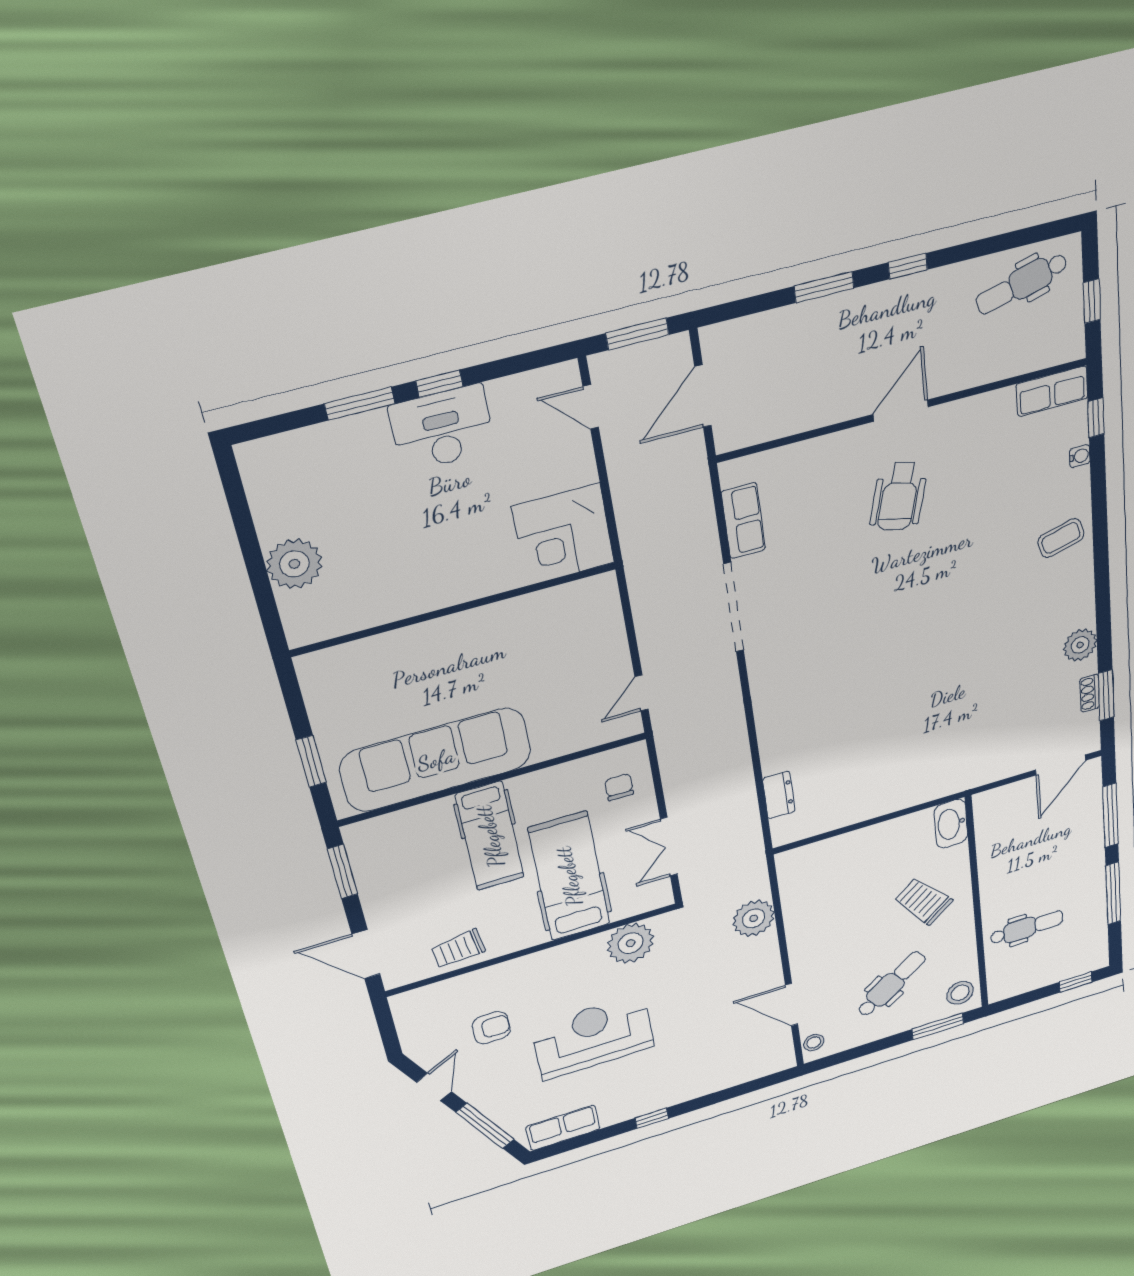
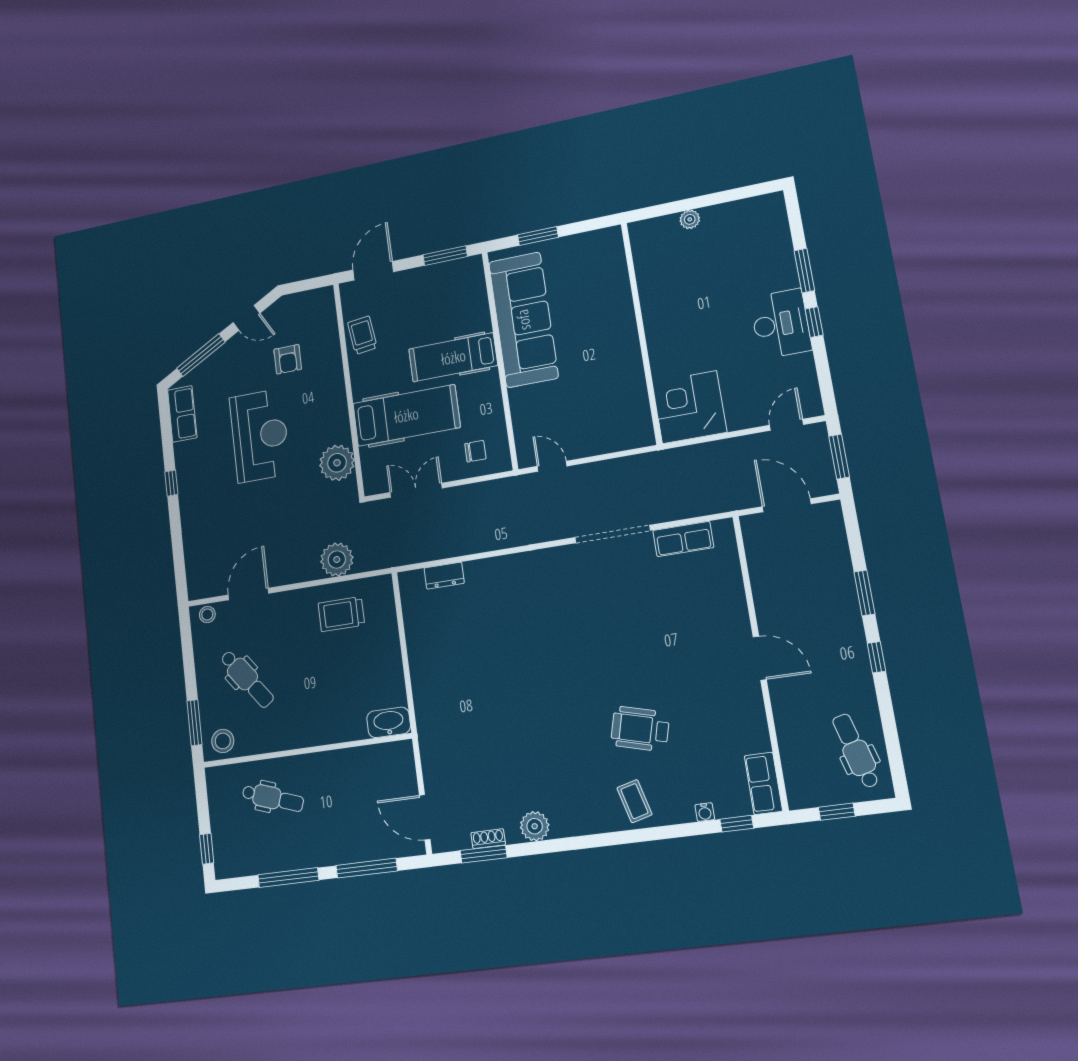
wheelchair: (899, 496) -> (640, 729), moved
plant: (294, 564) -> (690, 219), width x0.53, depth x0.53
trolley: (923, 901) -> (341, 614), moved, turned -141
dental chair: (1027, 928) -> (273, 798), turned -71

